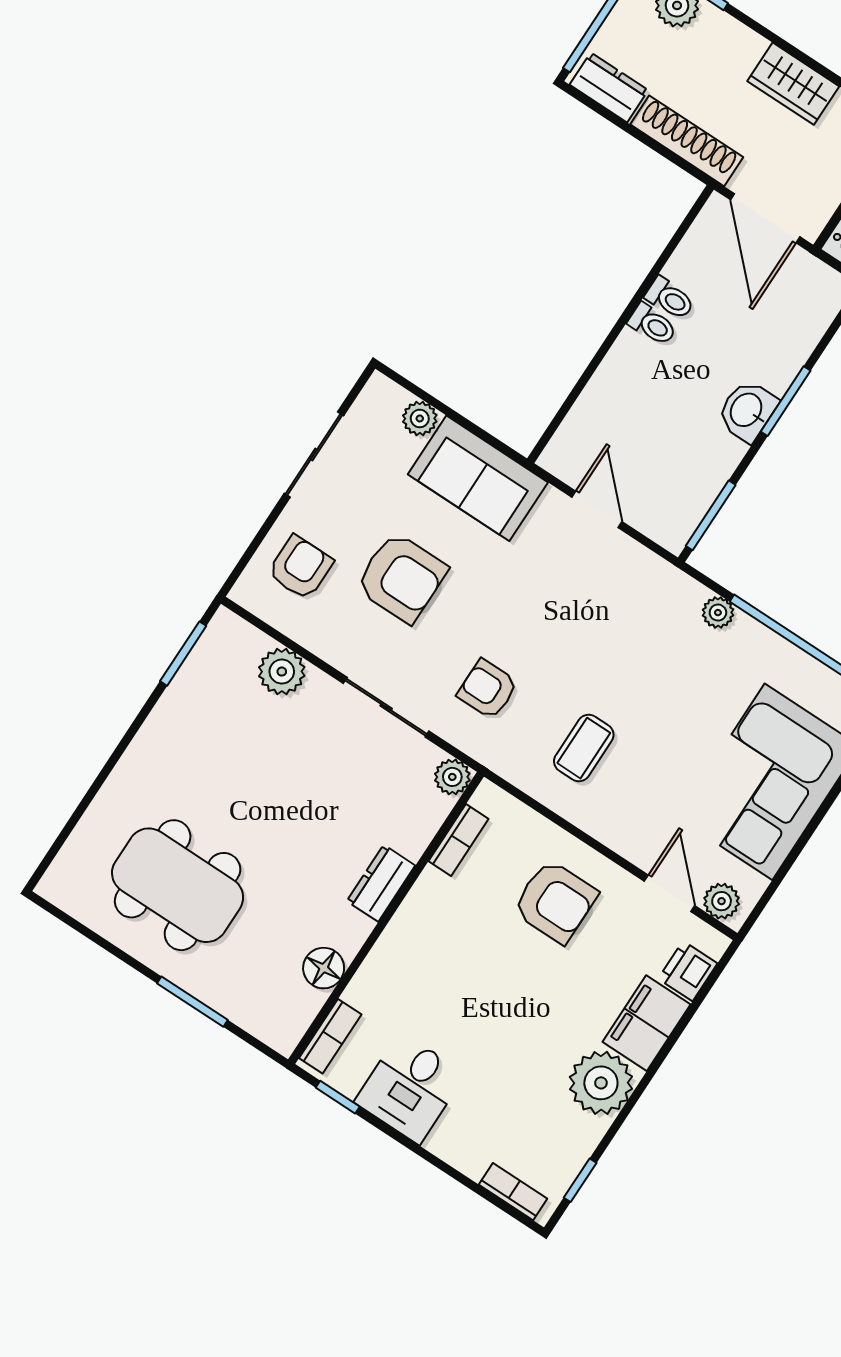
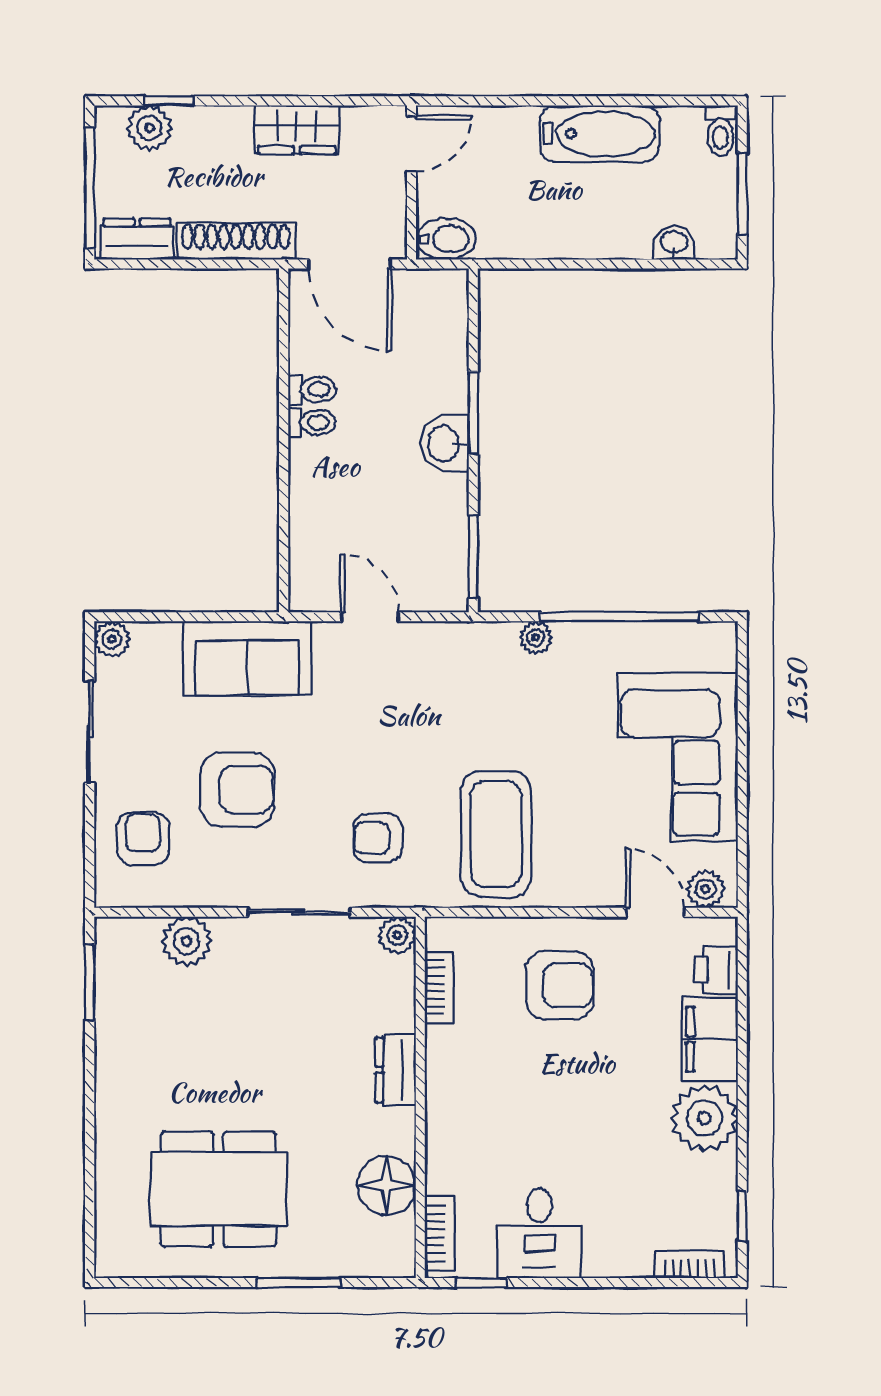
plant: (420, 418) -> (112, 639), moved
coffee table: (584, 748) -> (496, 834), width x1.86, depth x1.72
floor lamp: (324, 968) -> (386, 1185), width x1.38, depth x1.38

